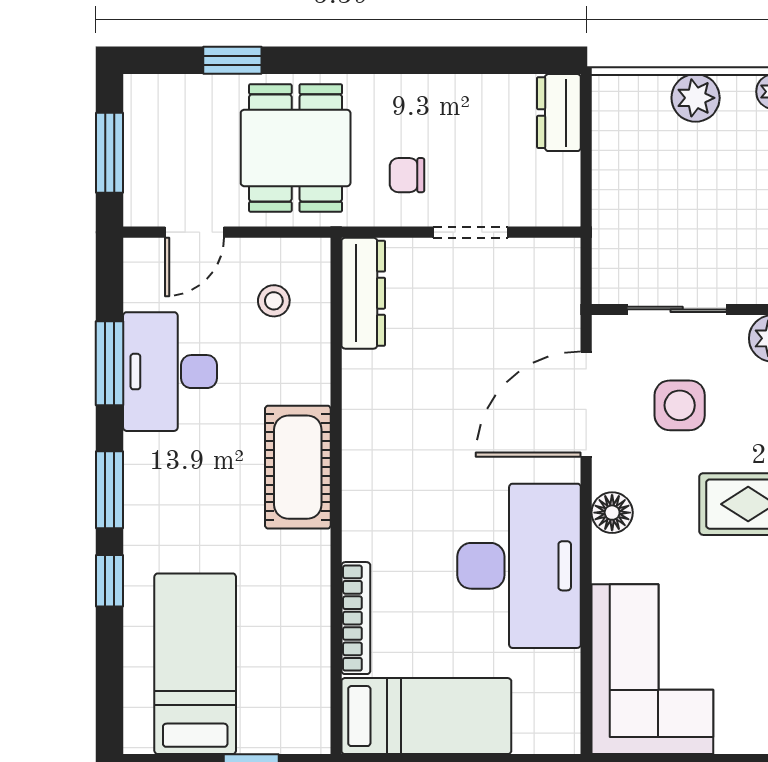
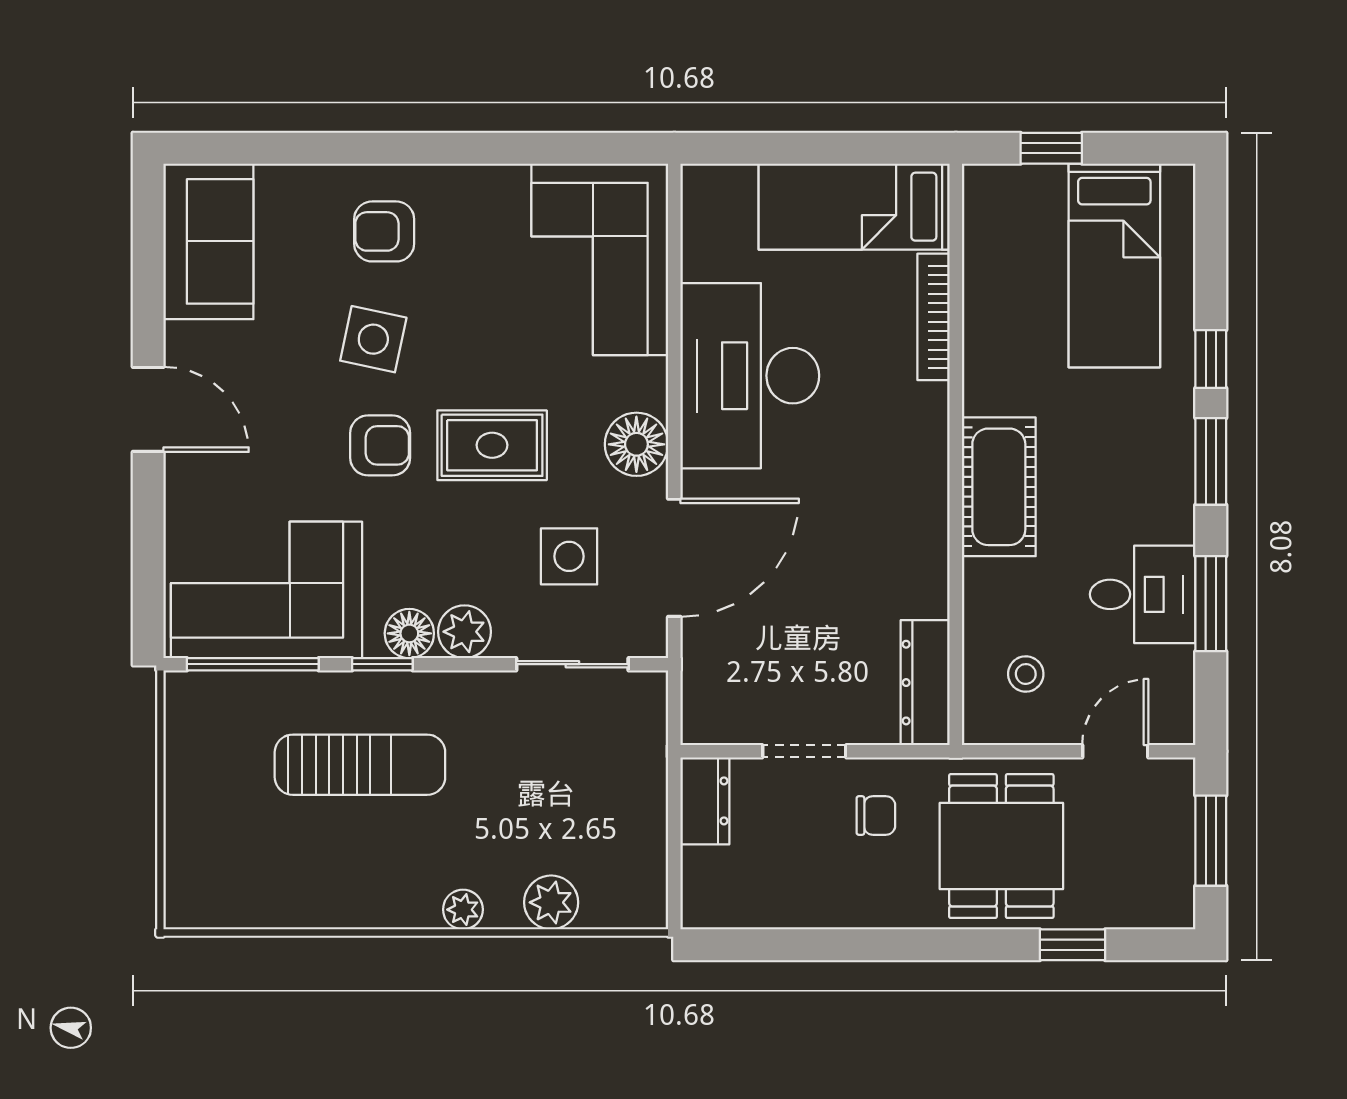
dresser: (559, 113) -> (705, 801), moved
desk: (170, 372) -> (1143, 594), width x0.73
floor lamp: (612, 513) -> (636, 444), width x1.38, depth x1.38

